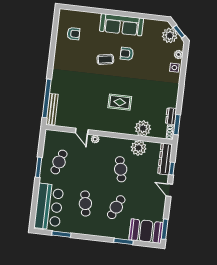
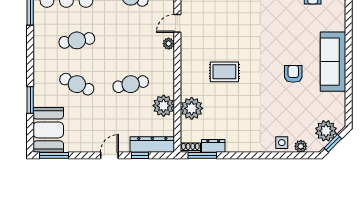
coffee table: (105, 59) -> (282, 45), removed
rug: (120, 102) -> (224, 72), turned 90

